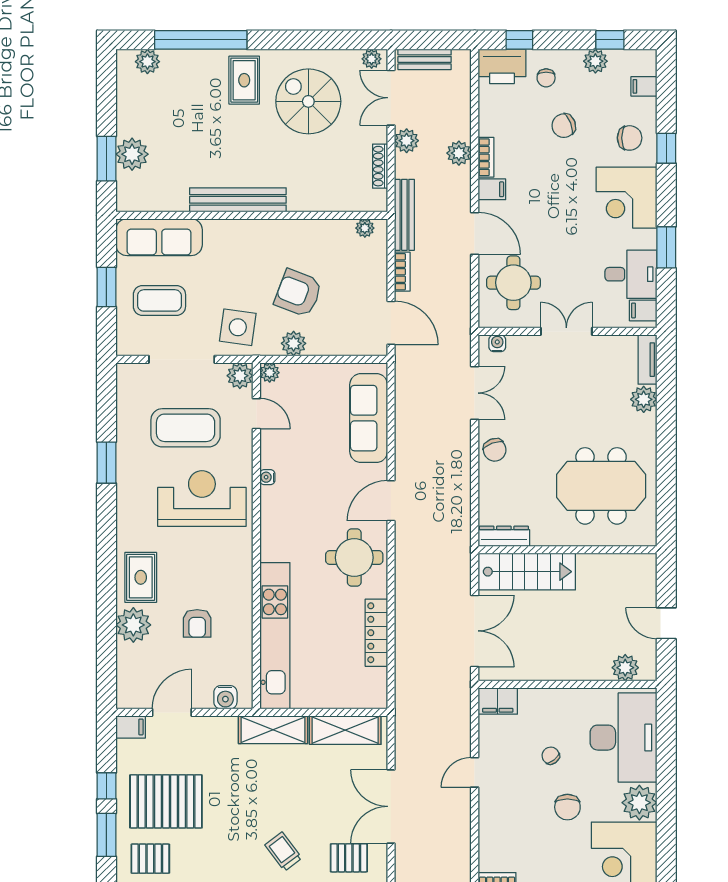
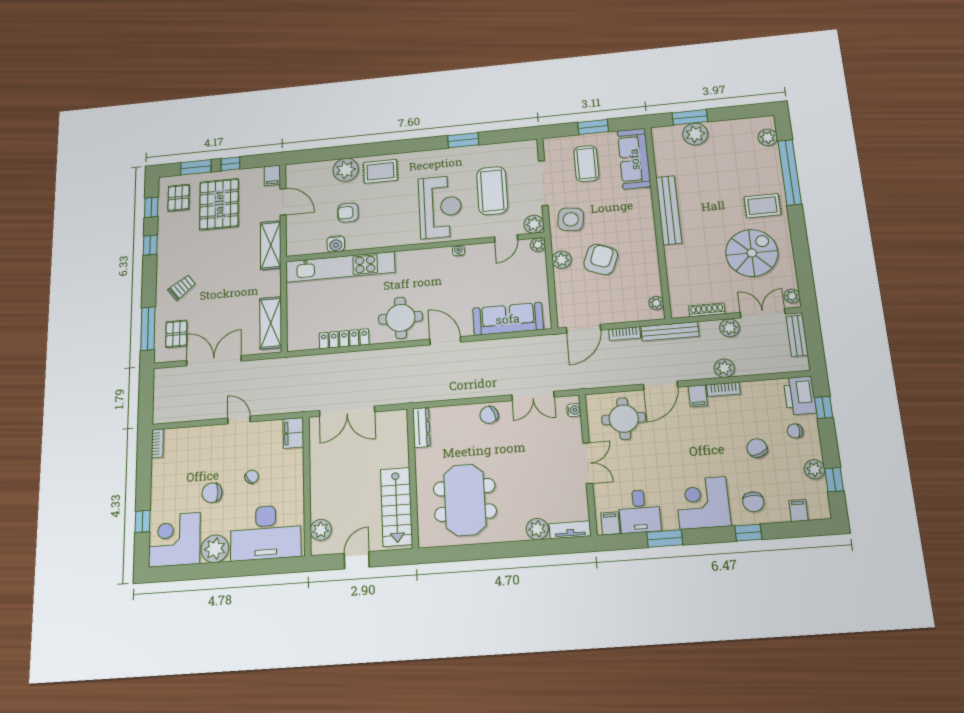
stairs: (527, 572) -> (396, 507), moved
water cooler: (225, 697) -> (336, 244), moved, turned -90
shelving: (273, 730) -> (271, 245), moved

